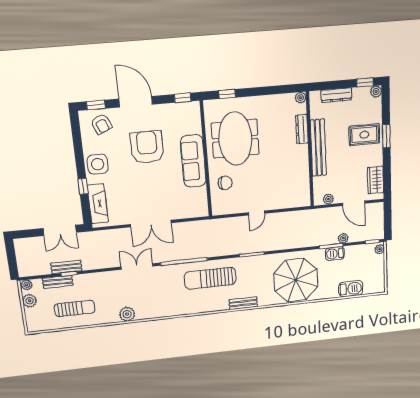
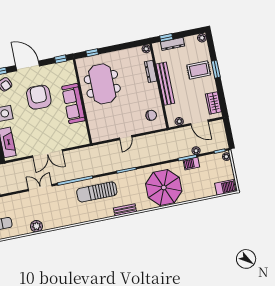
window: (365, 82) -> (166, 38), moved
chair: (225, 183) -> (151, 115), moved
barbecue: (351, 289) -> (225, 187), moved

